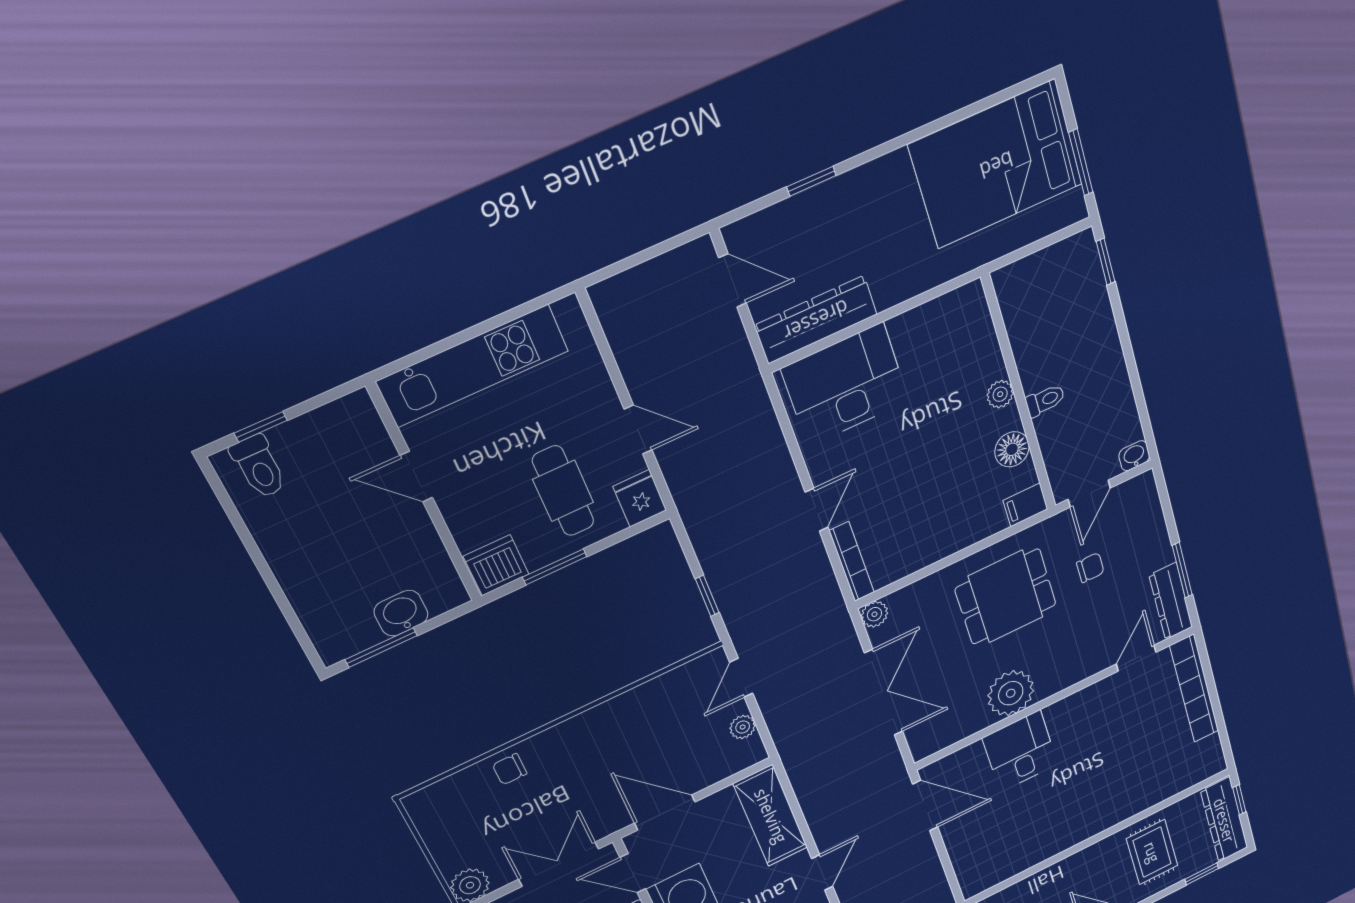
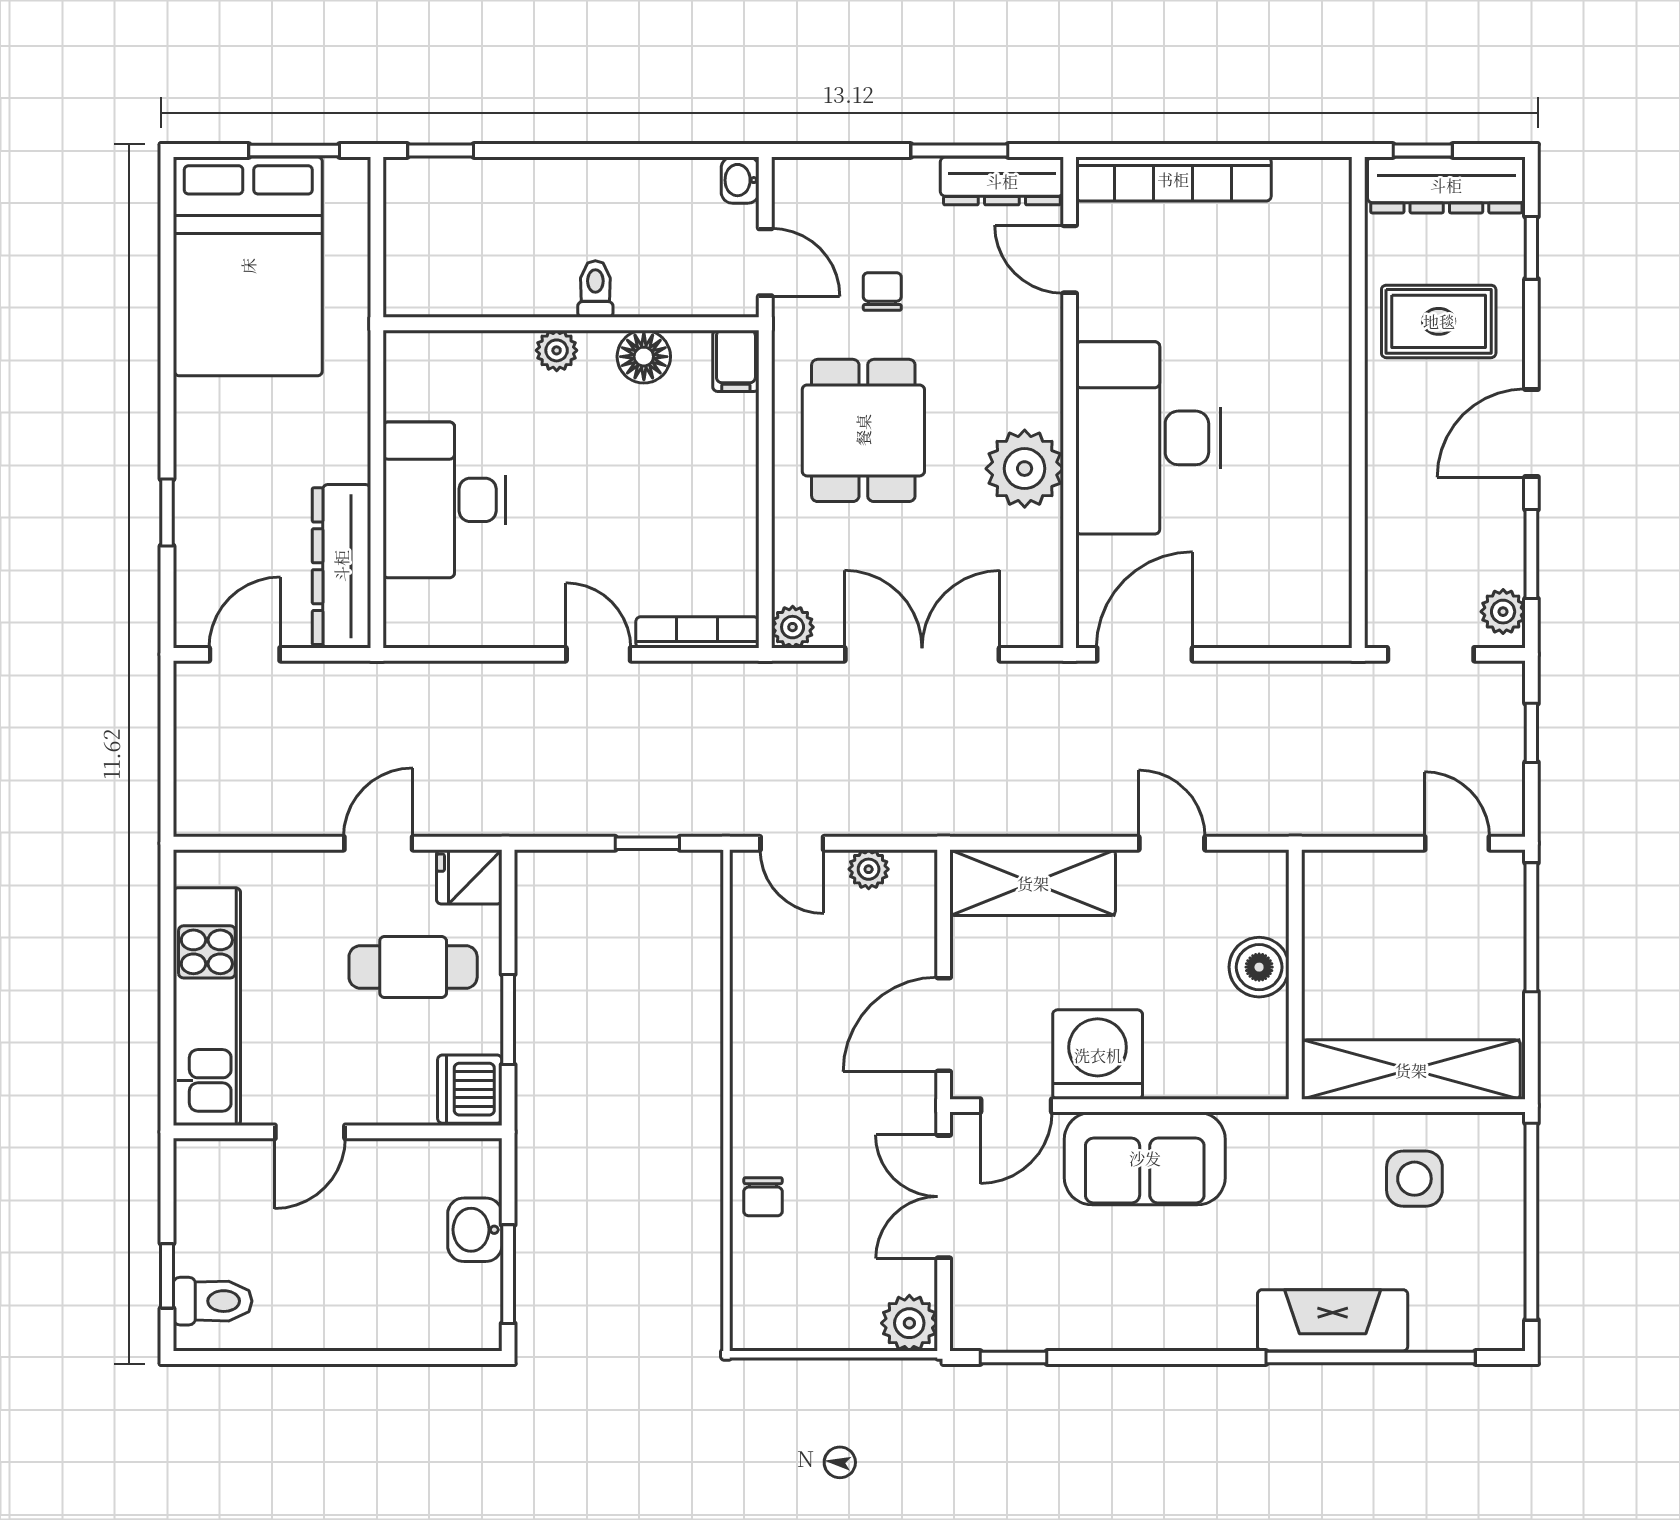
desk: (845, 385) -> (445, 500), moved
desk: (1020, 751) -> (1148, 438), width x1.87, depth x1.30

